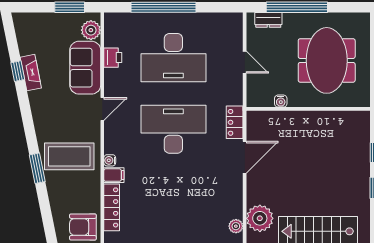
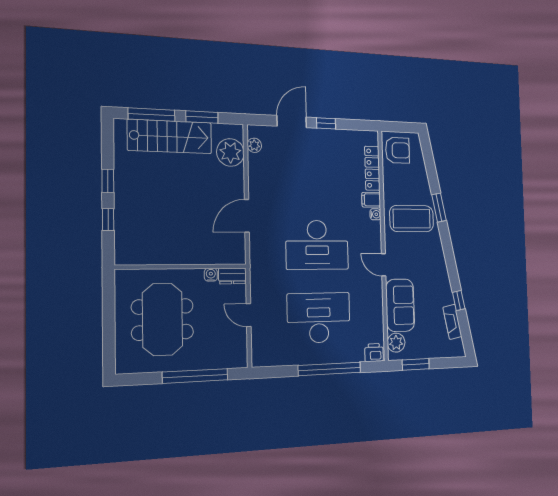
dresser: (268, 20) -> (232, 276), moved, turned 180
printer: (113, 58) -> (374, 353), moved, turned 90
fireplace: (31, 73) -> (452, 322), moved
door: (102, 109) -> (384, 265), hinge flipped
locker: (235, 122) -> (257, 252), removed

